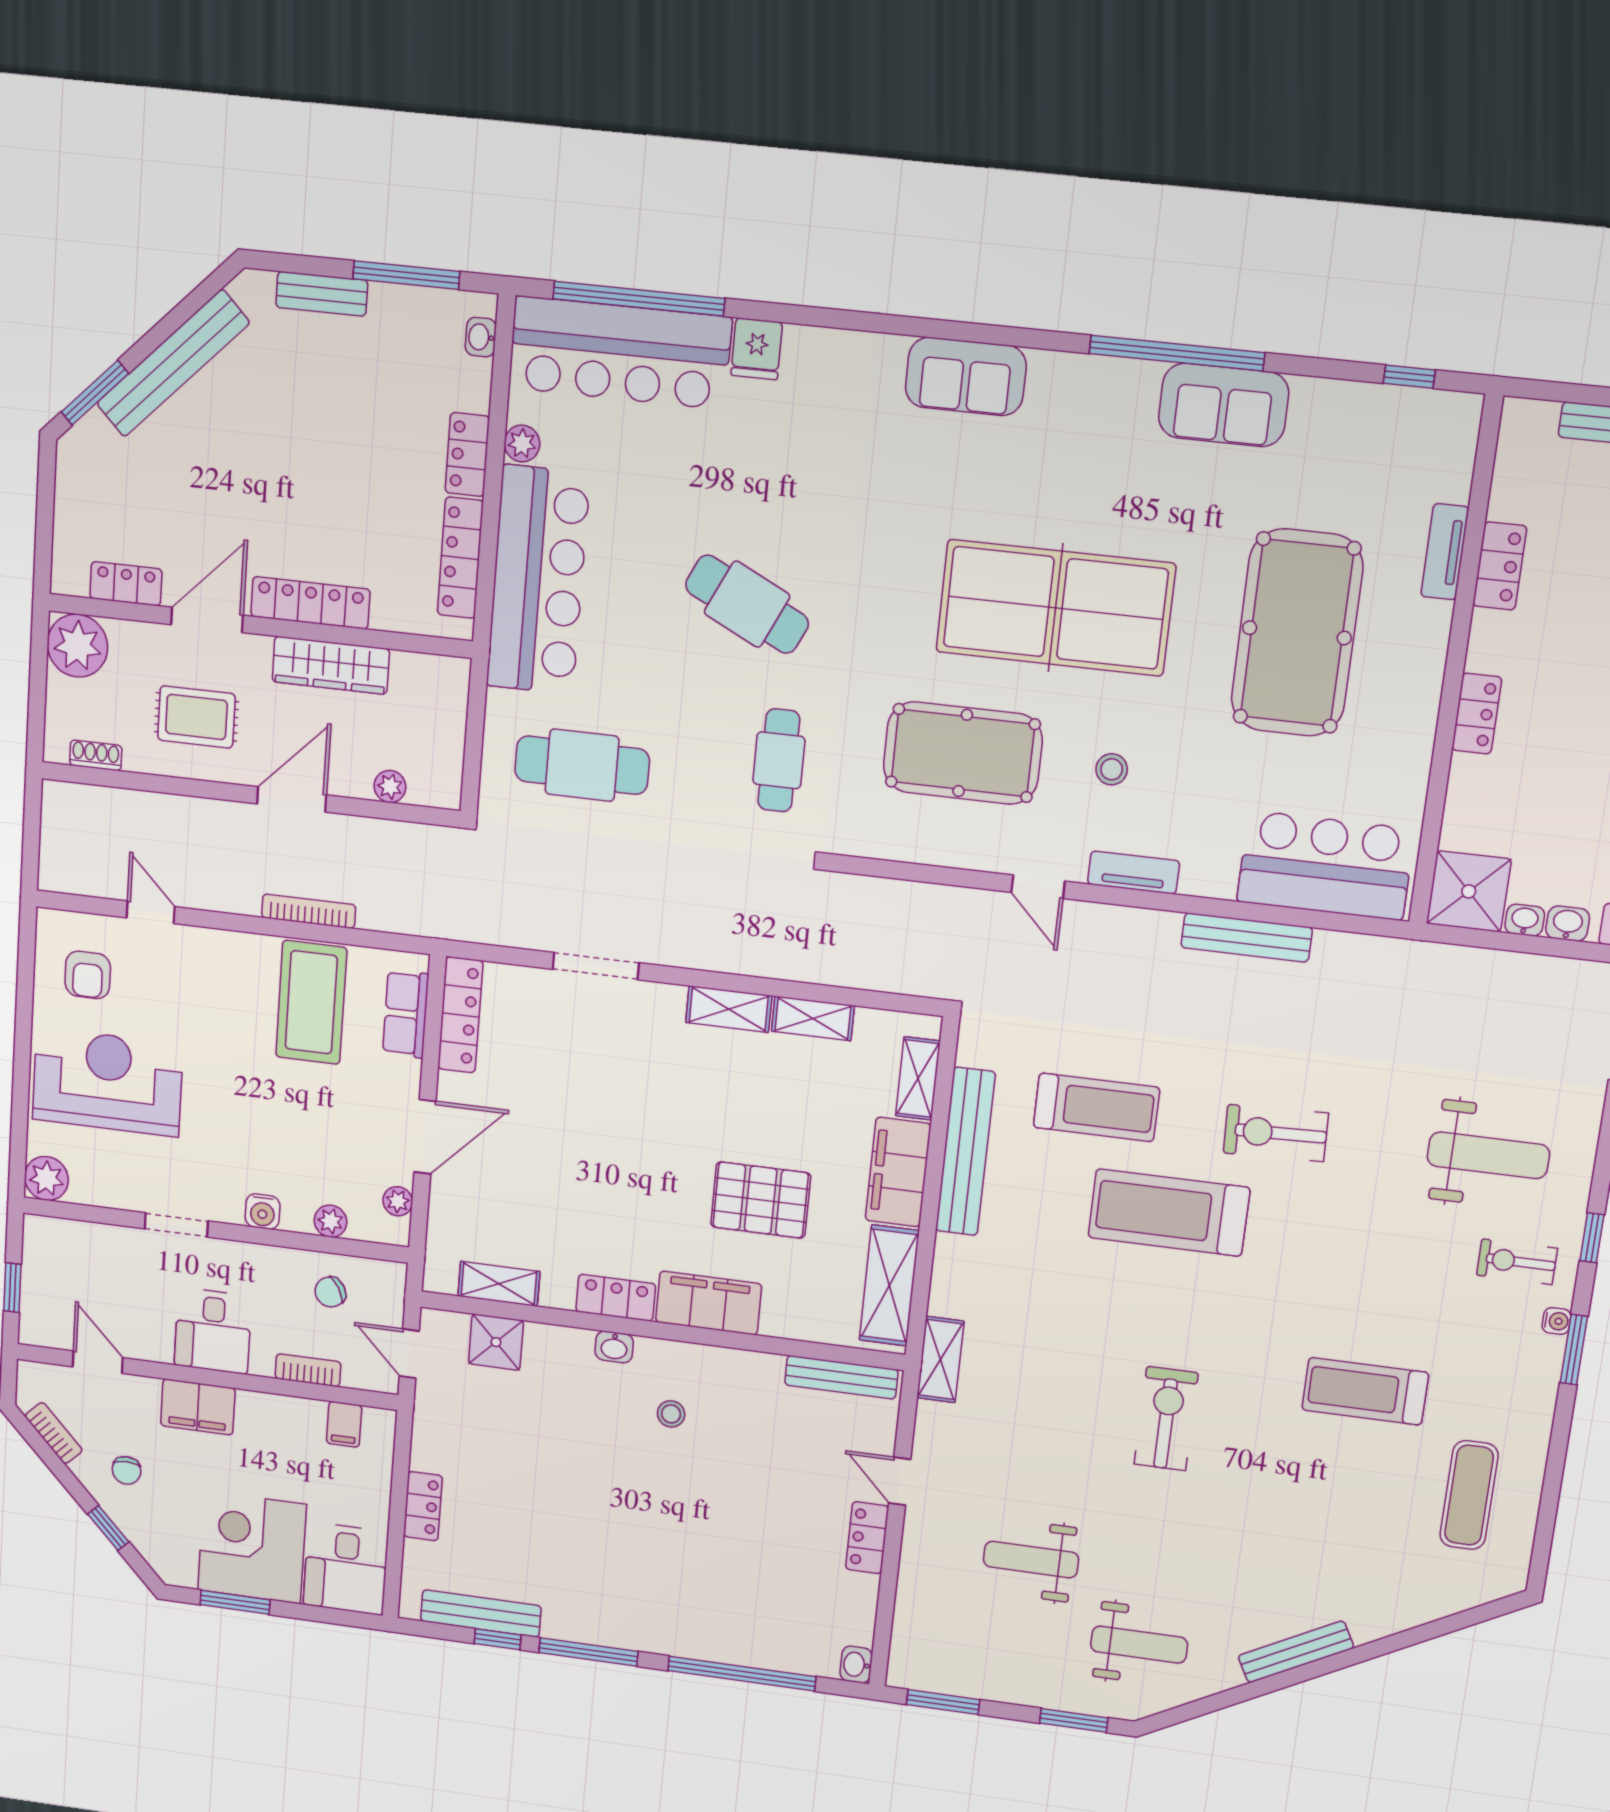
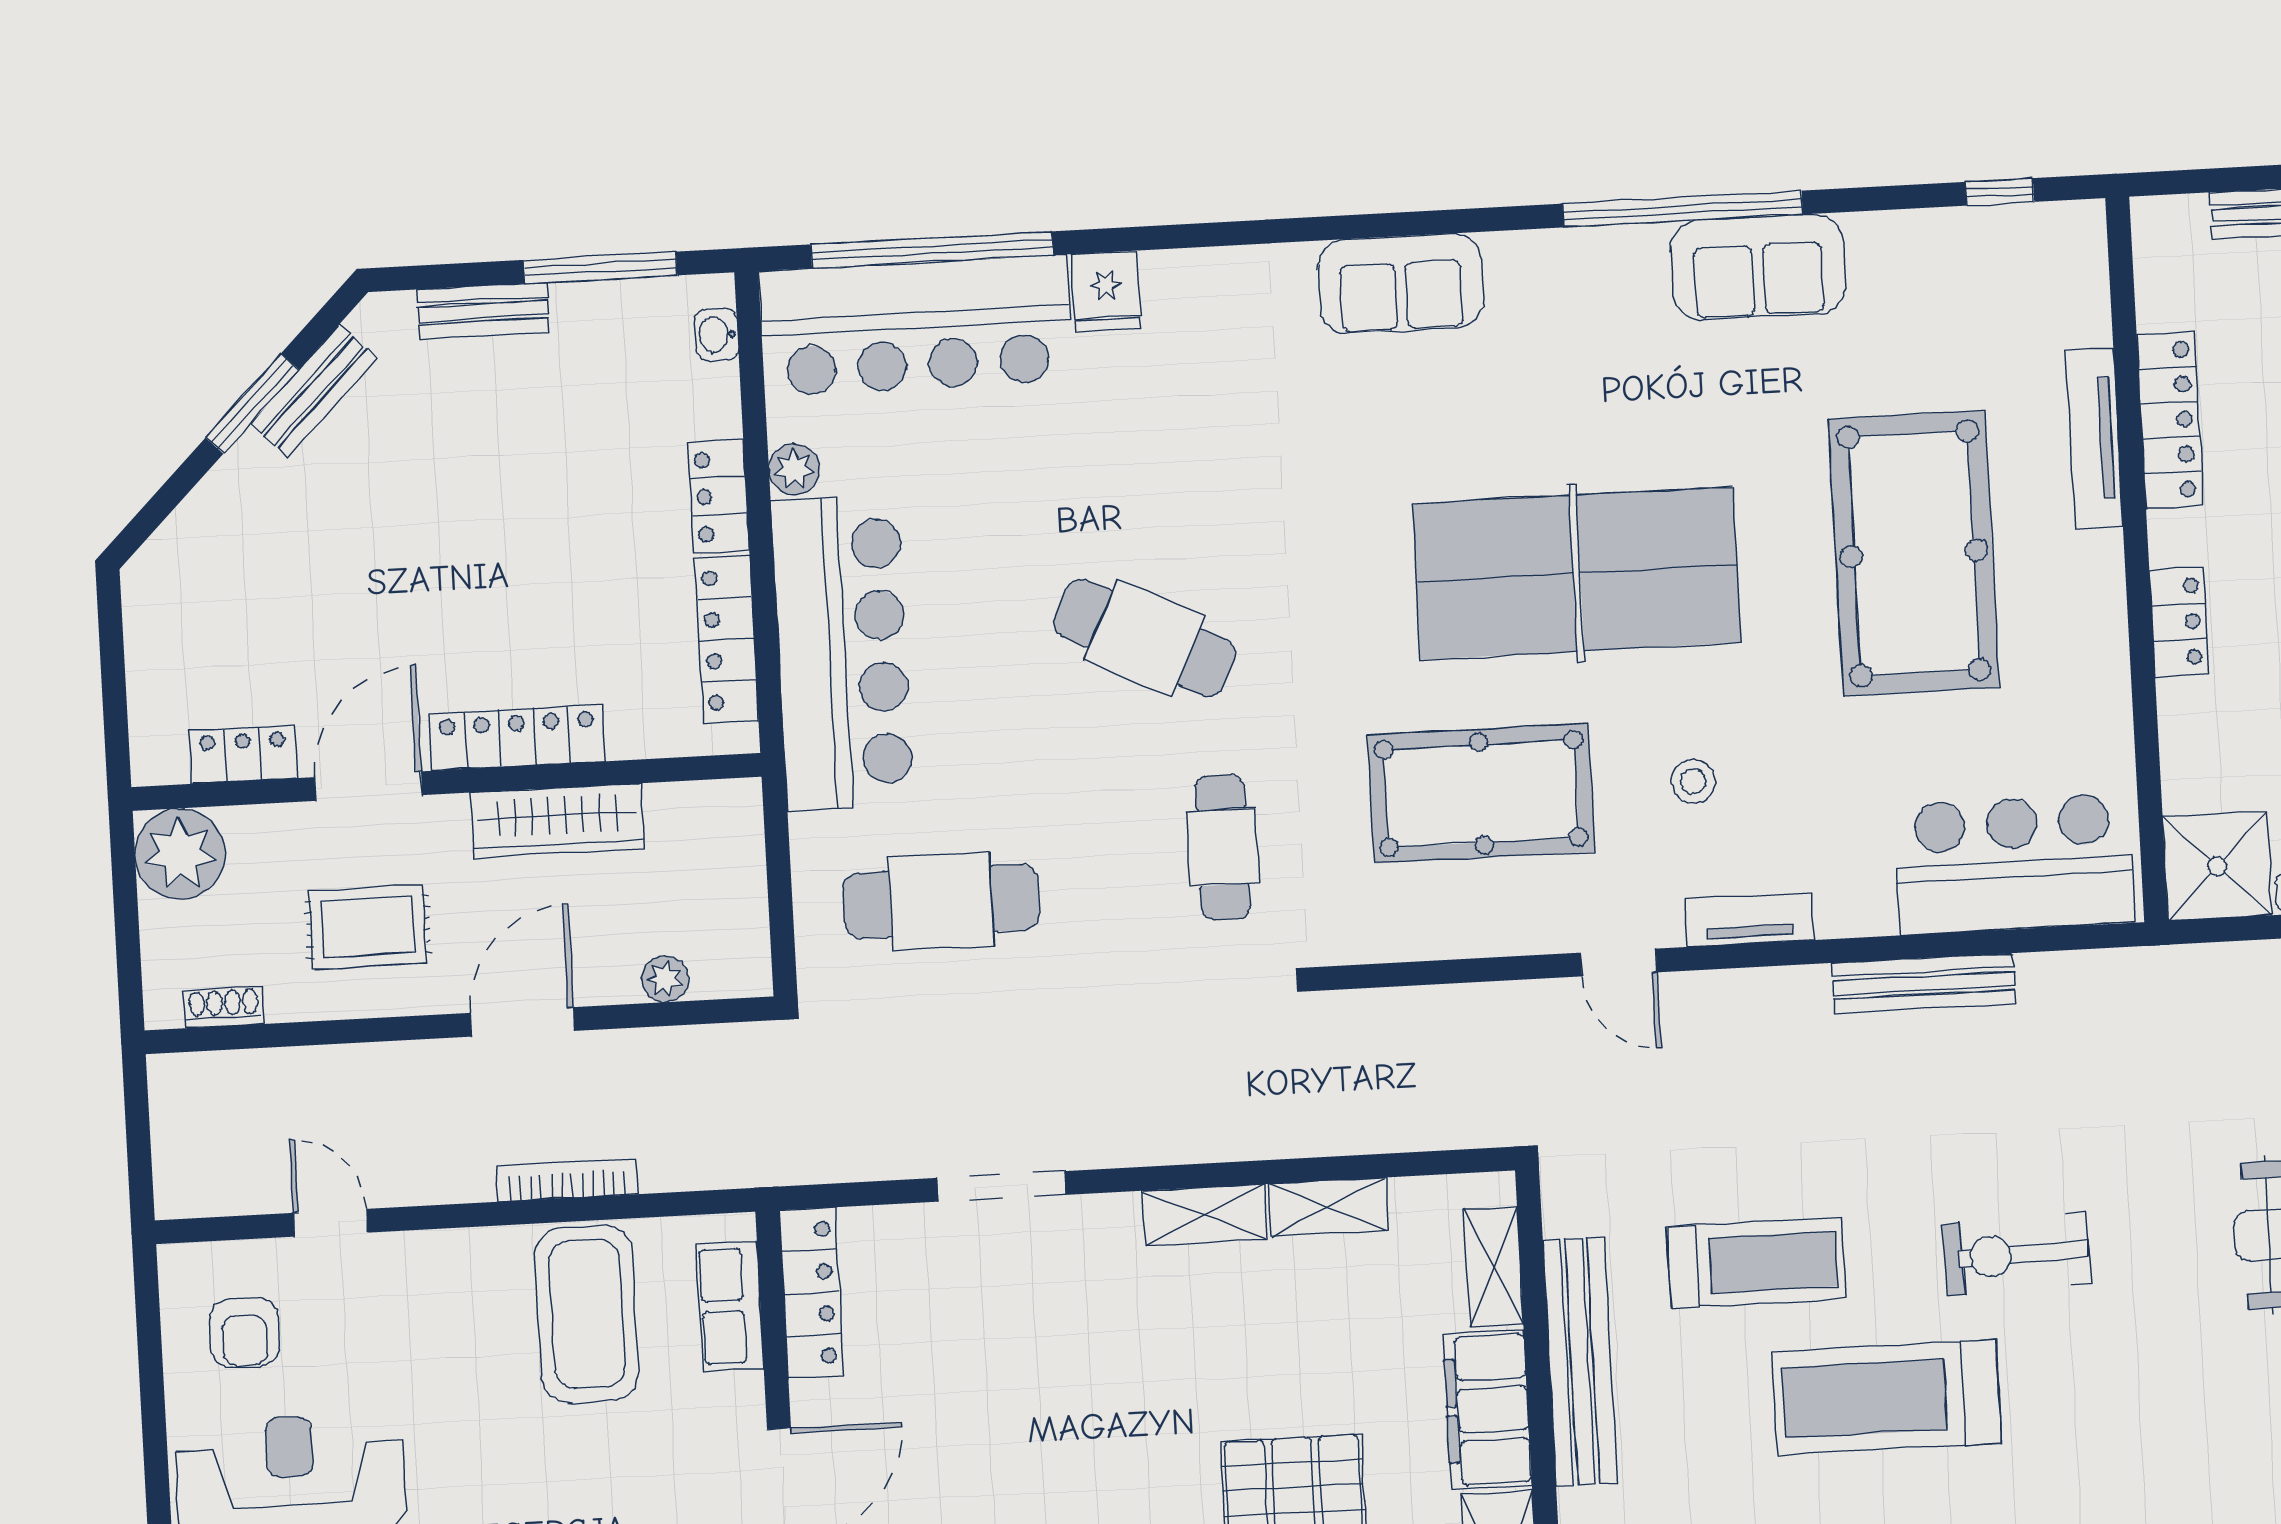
bench: (173, 363) -> (314, 391), width x0.54, depth x0.82
window: (95, 393) -> (252, 404), moved
tv unit: (1445, 552) -> (2094, 439), width x1.41
locker: (1500, 566) -> (2170, 420), width x1.53

